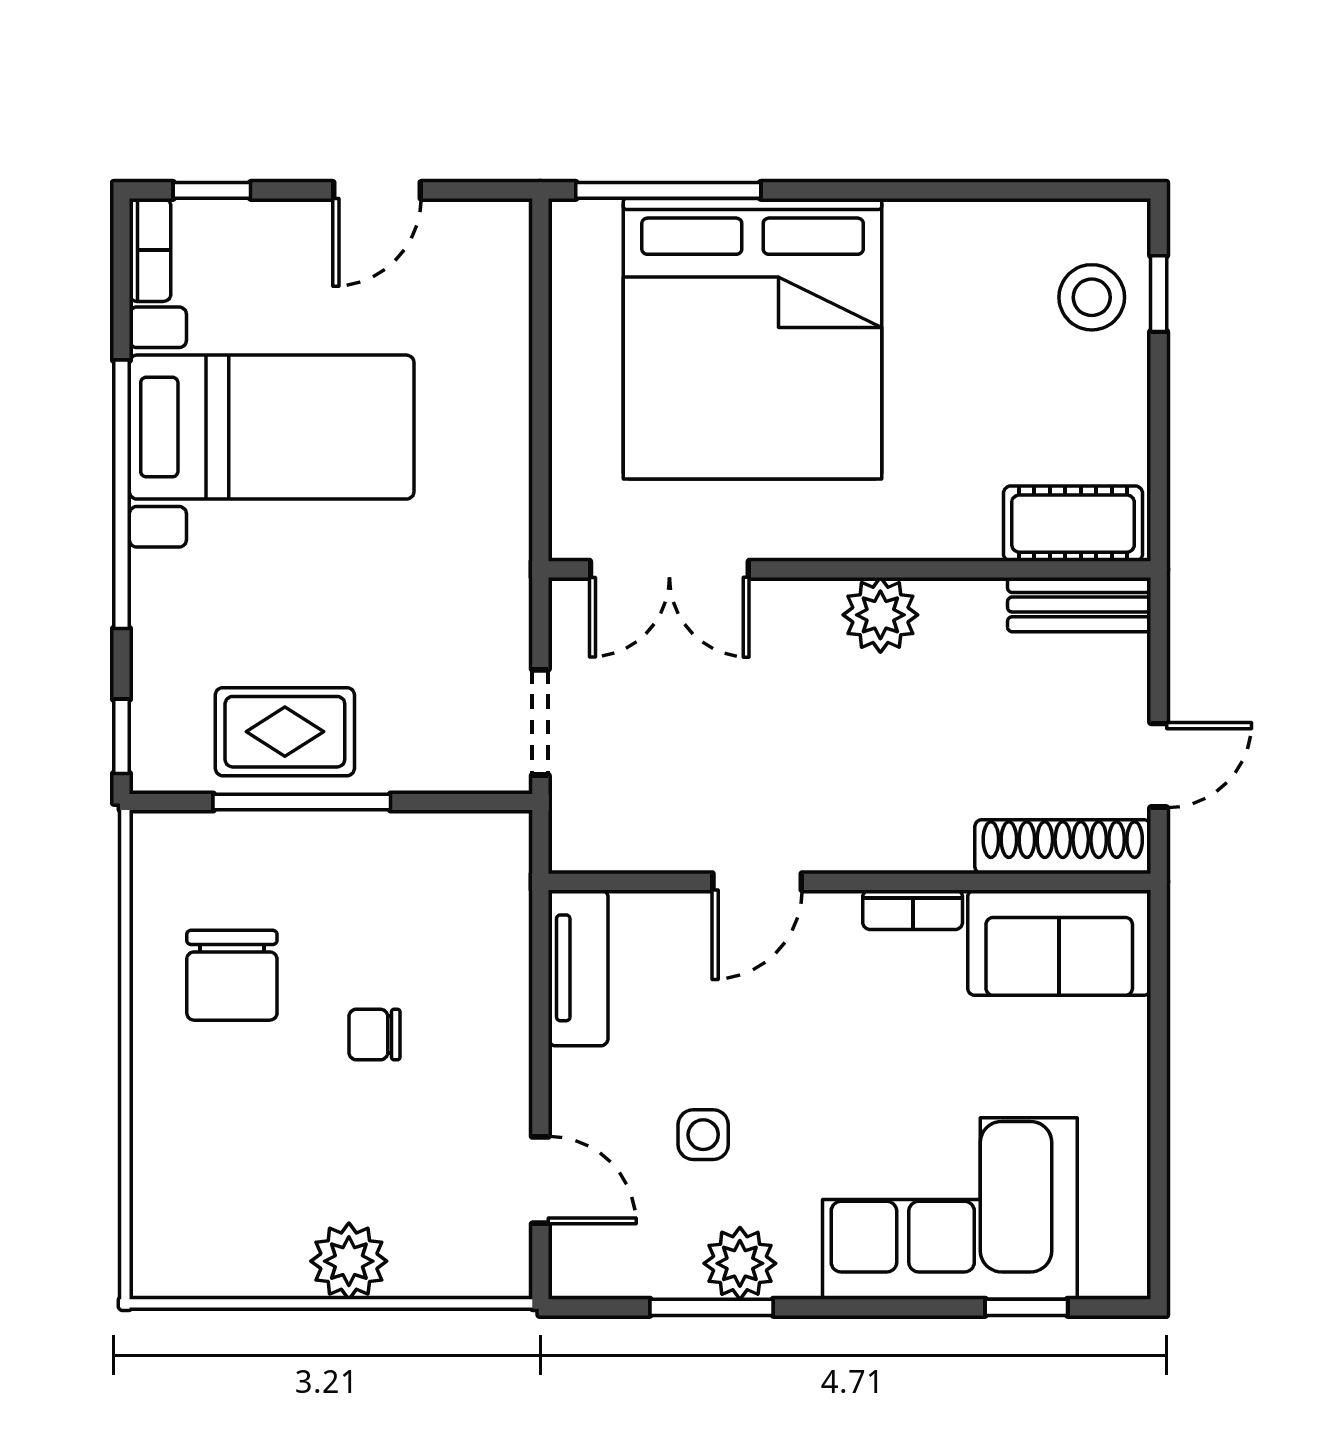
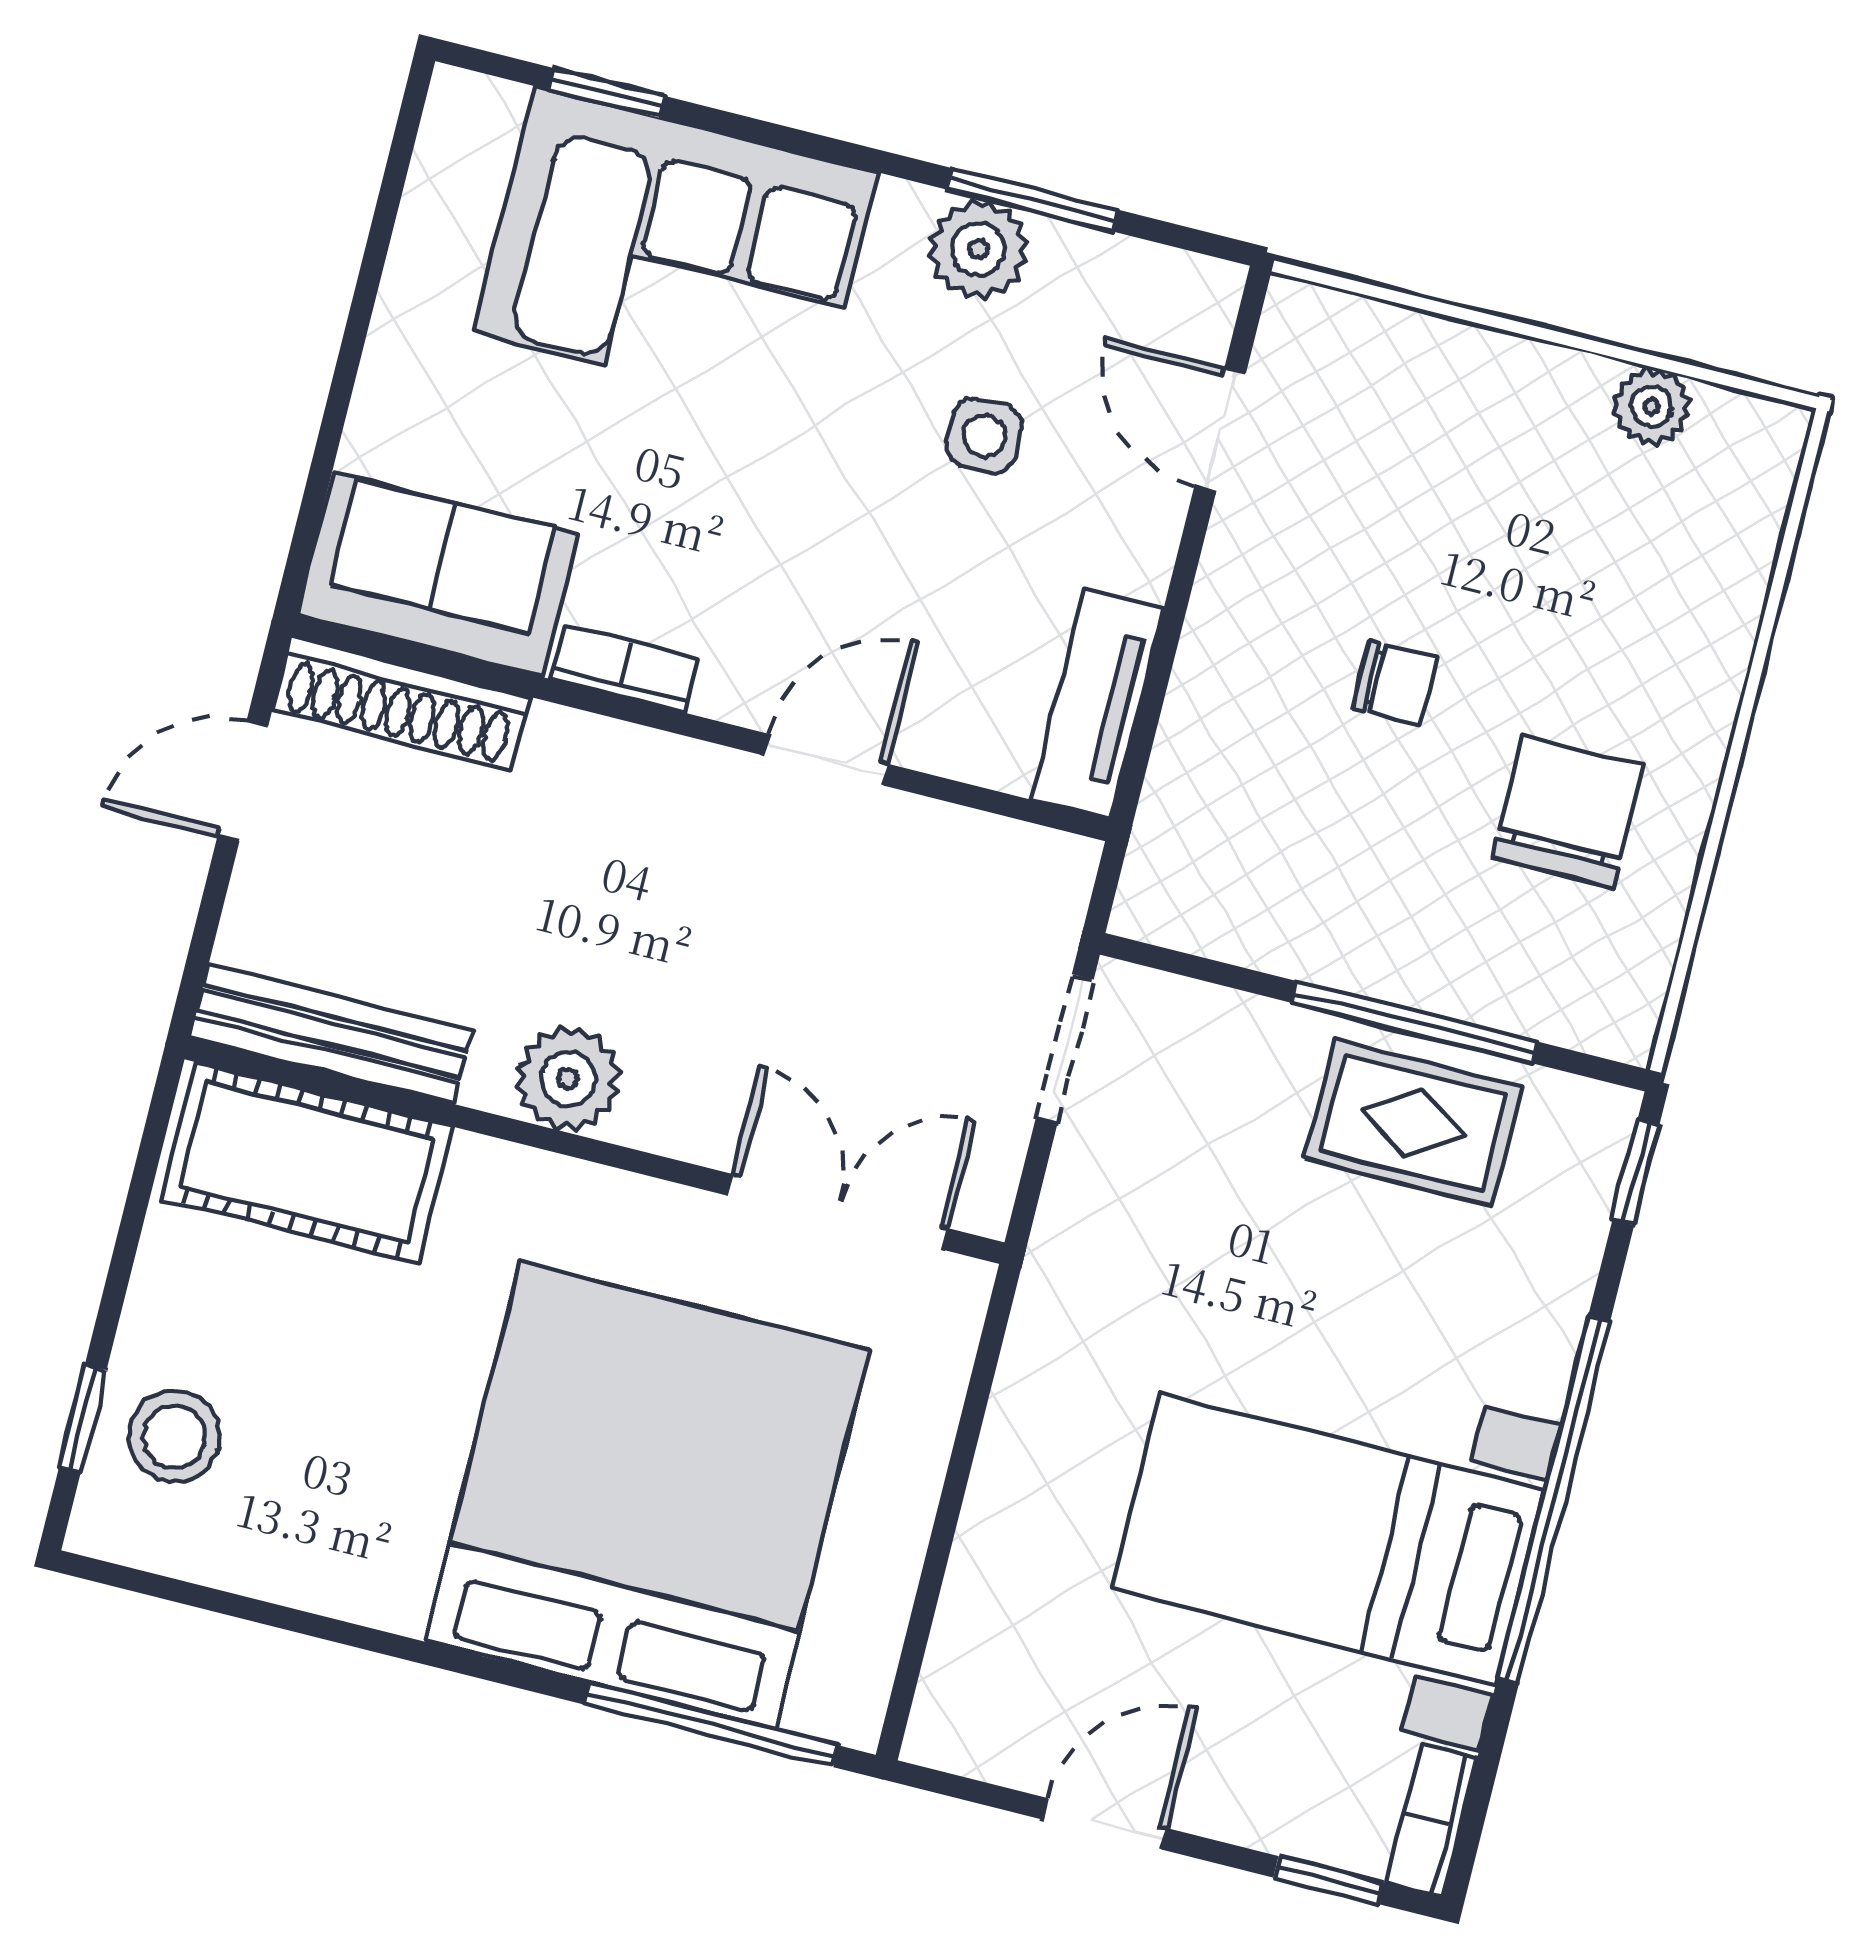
cot: (1073, 524) -> (307, 1163), width x1.37, depth x1.34
bench: (1079, 605) -> (331, 1034), width x1.36
plant: (349, 1261) -> (1652, 407), moved, width x0.73, depth x0.73

